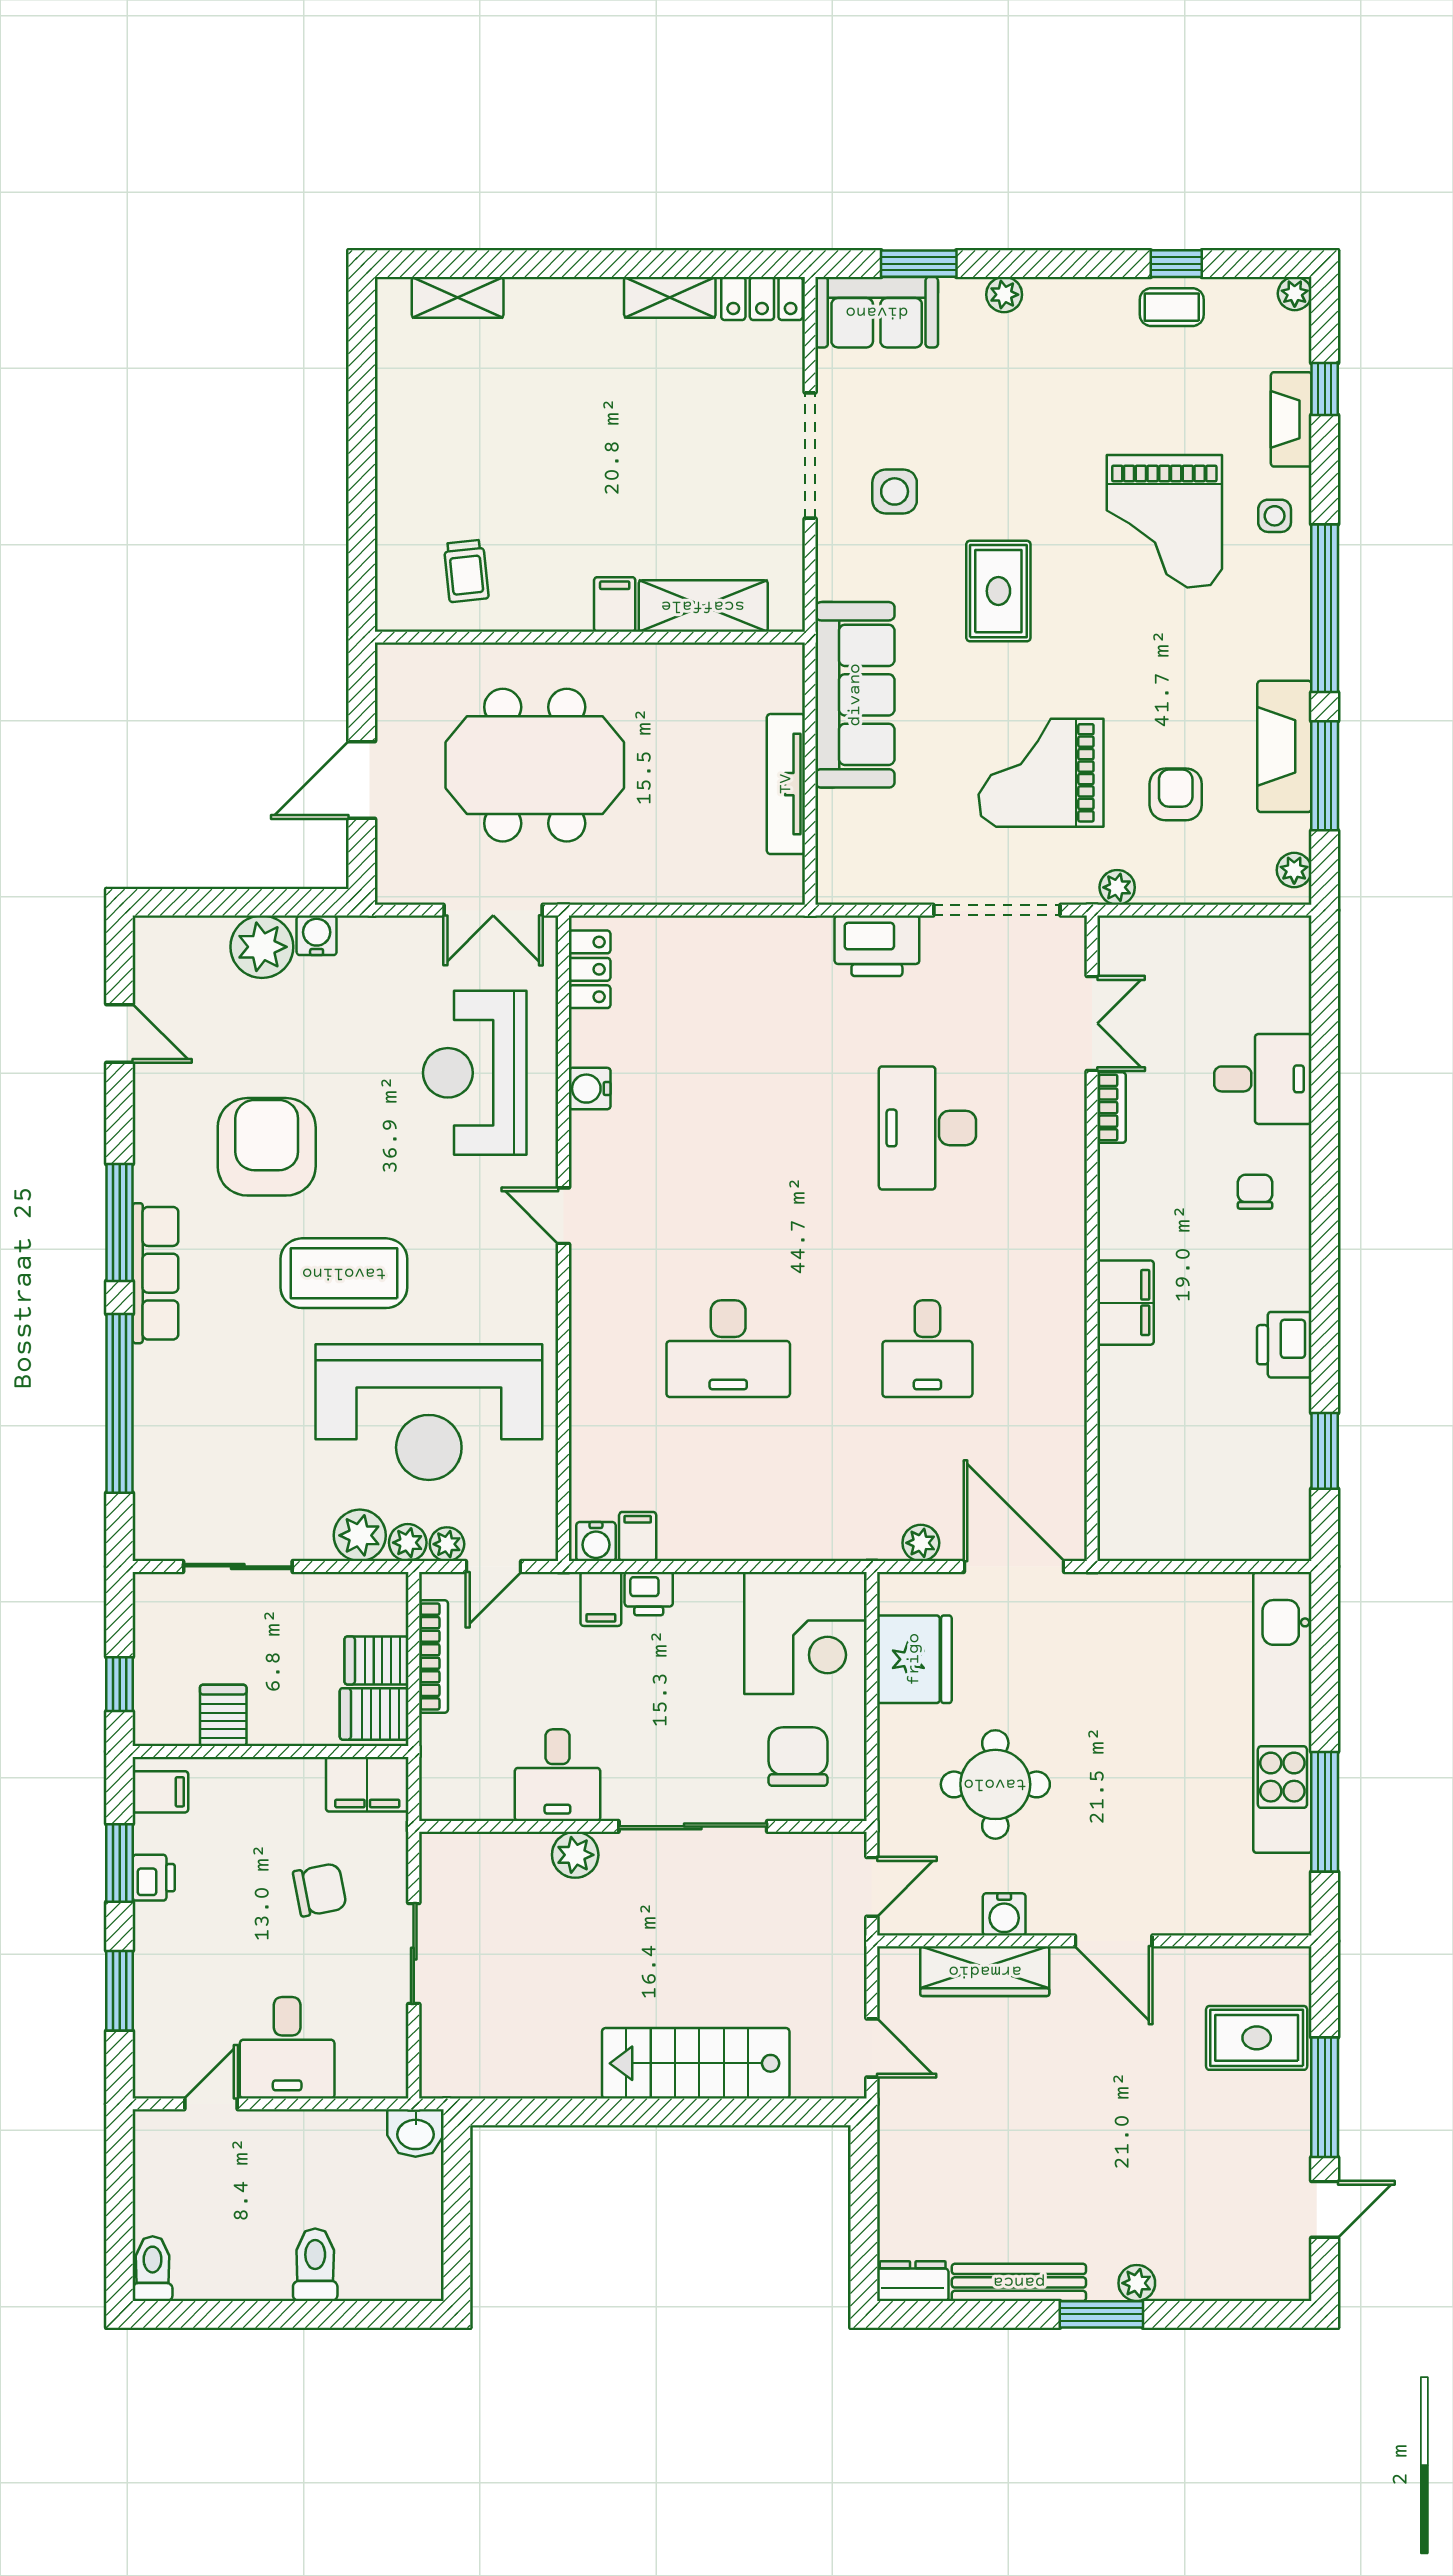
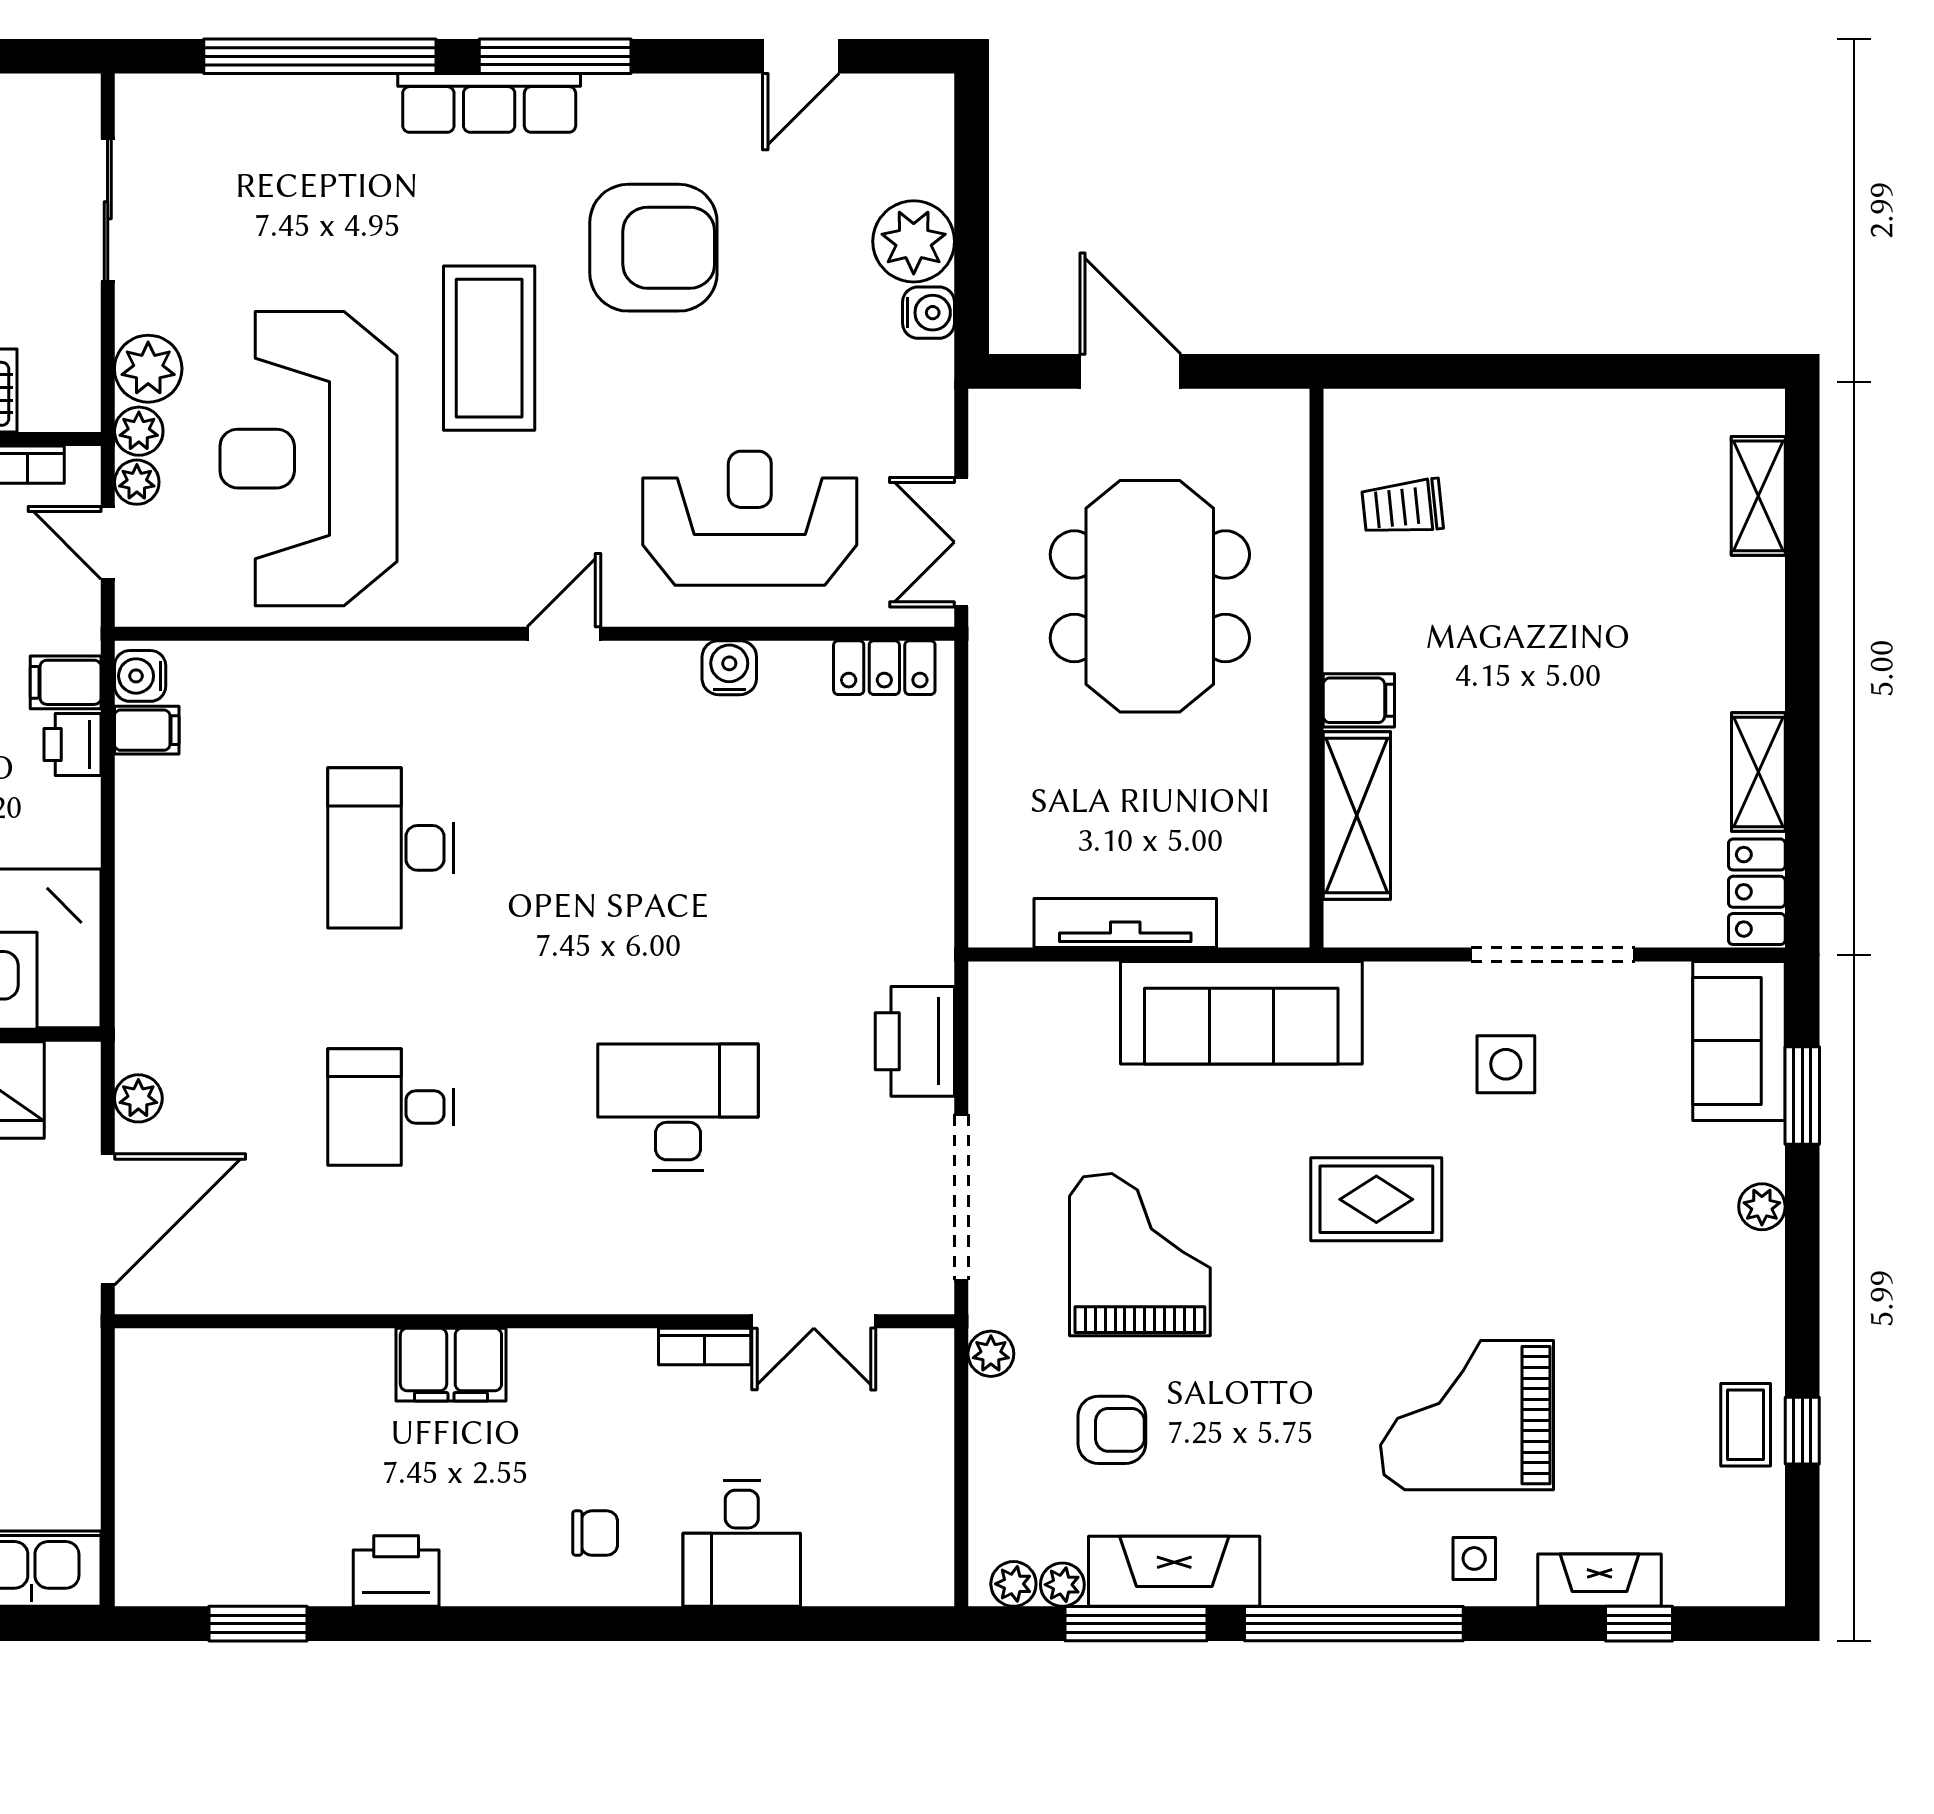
plant: (1295, 294) -> (1062, 1585), moved

